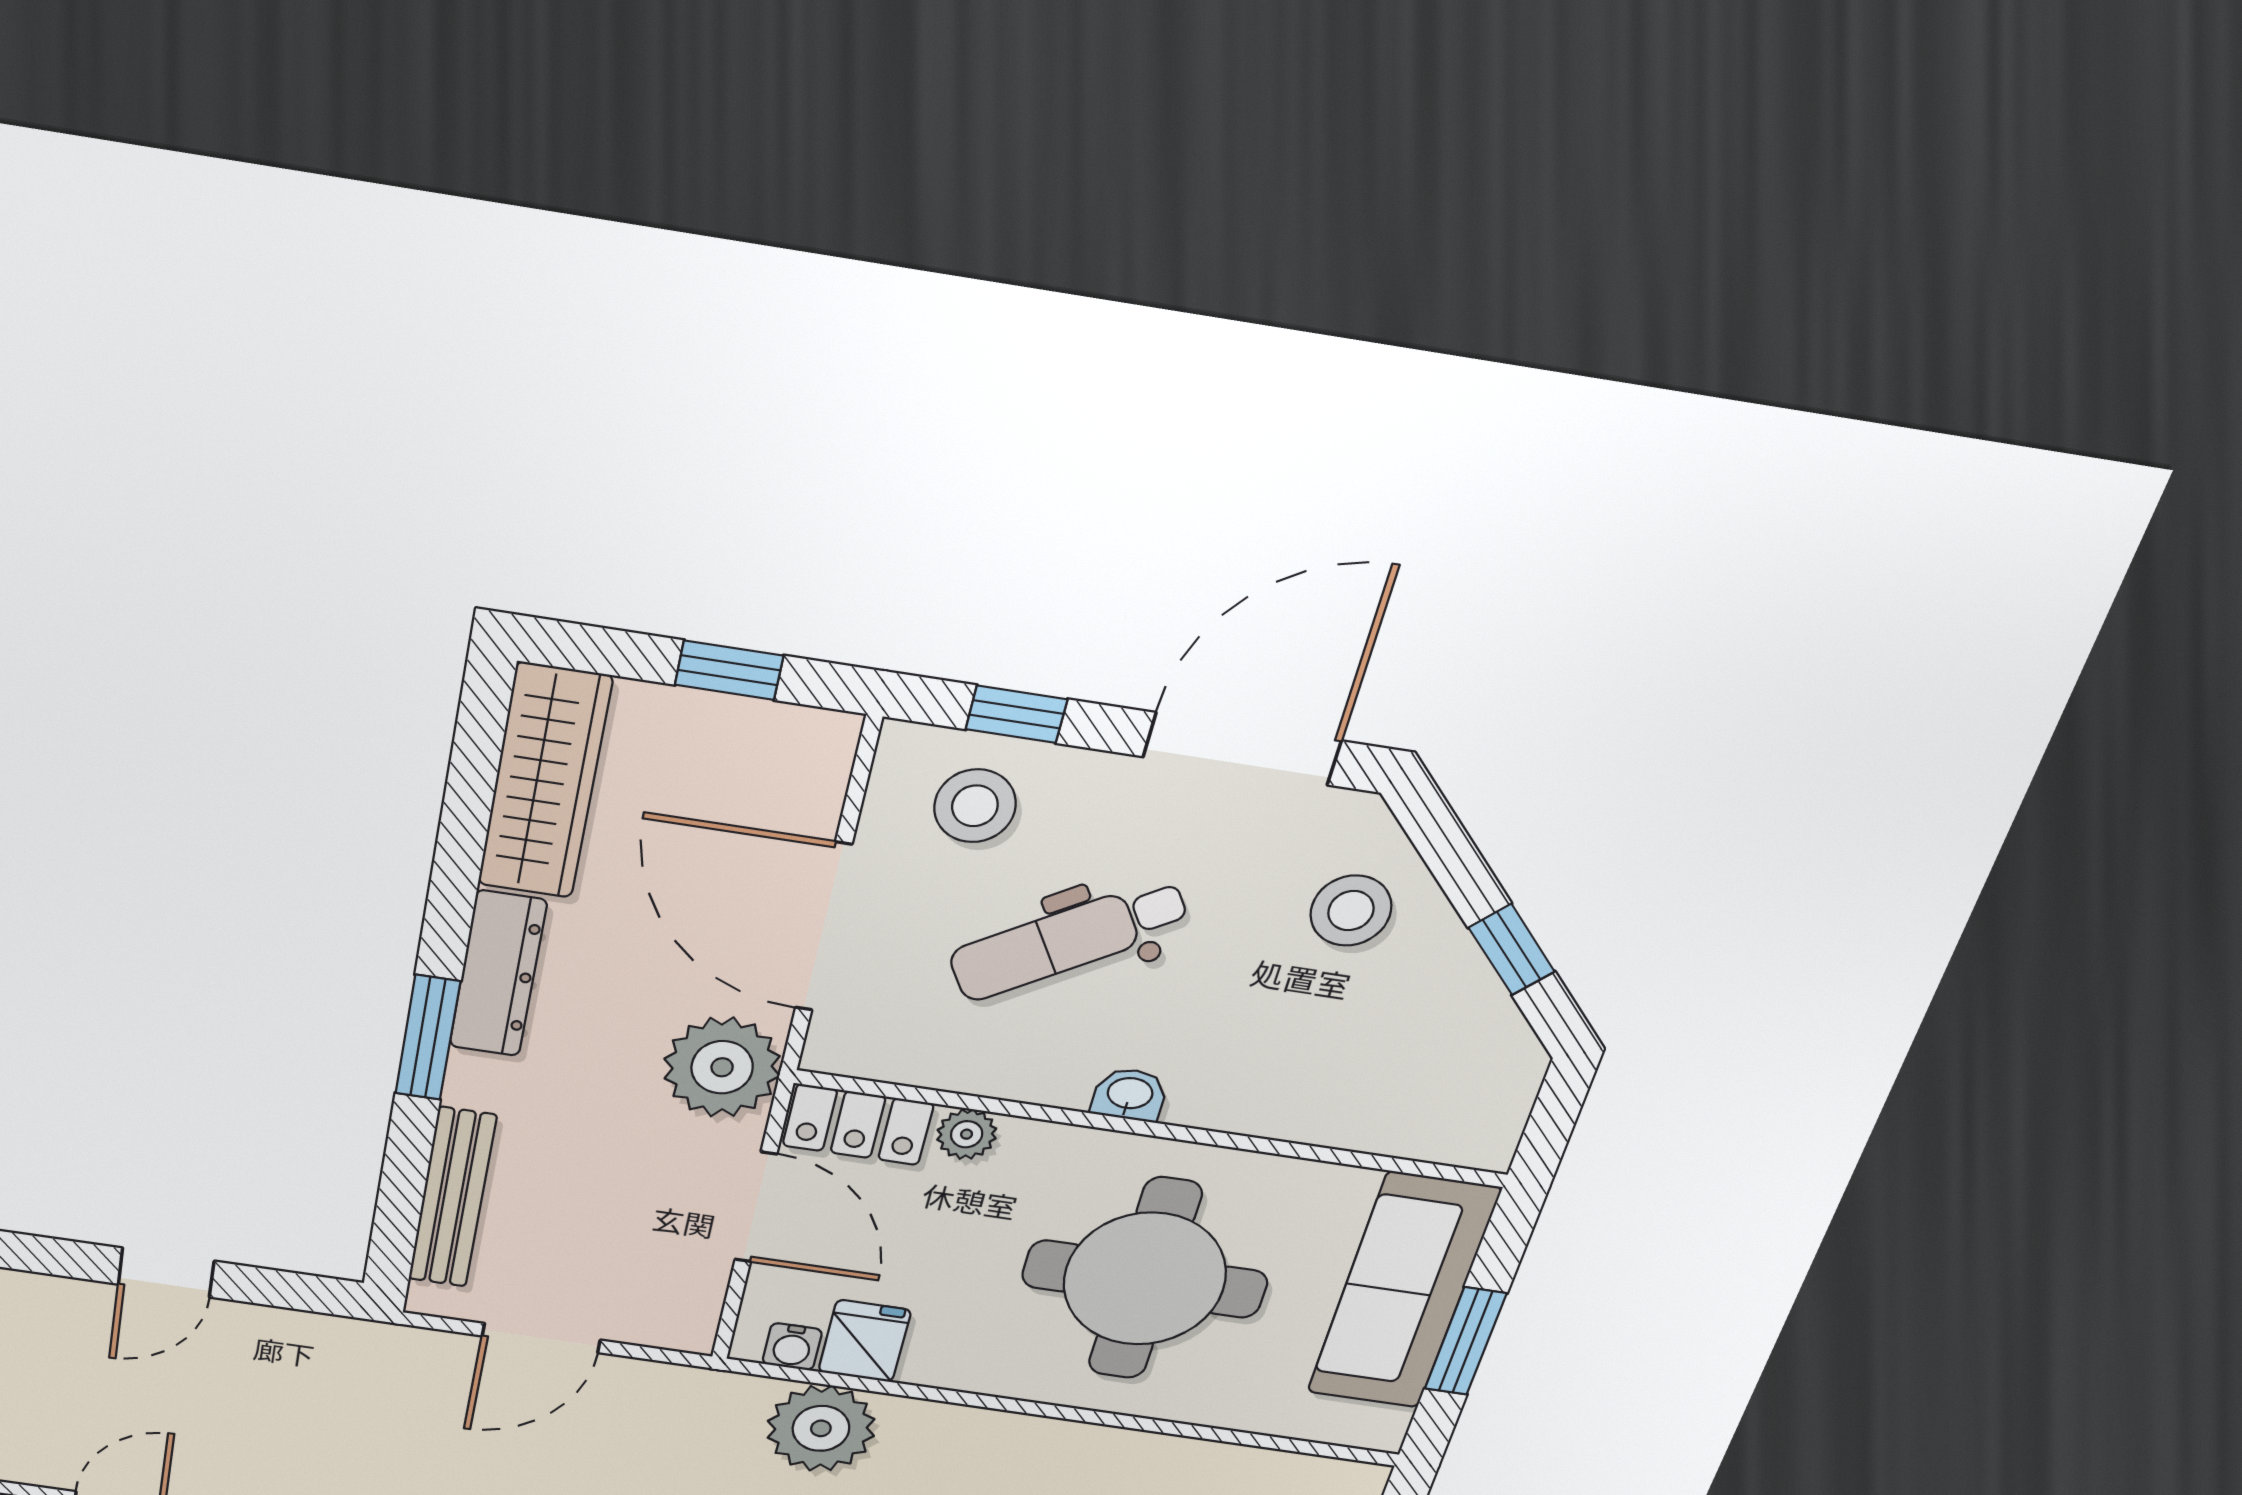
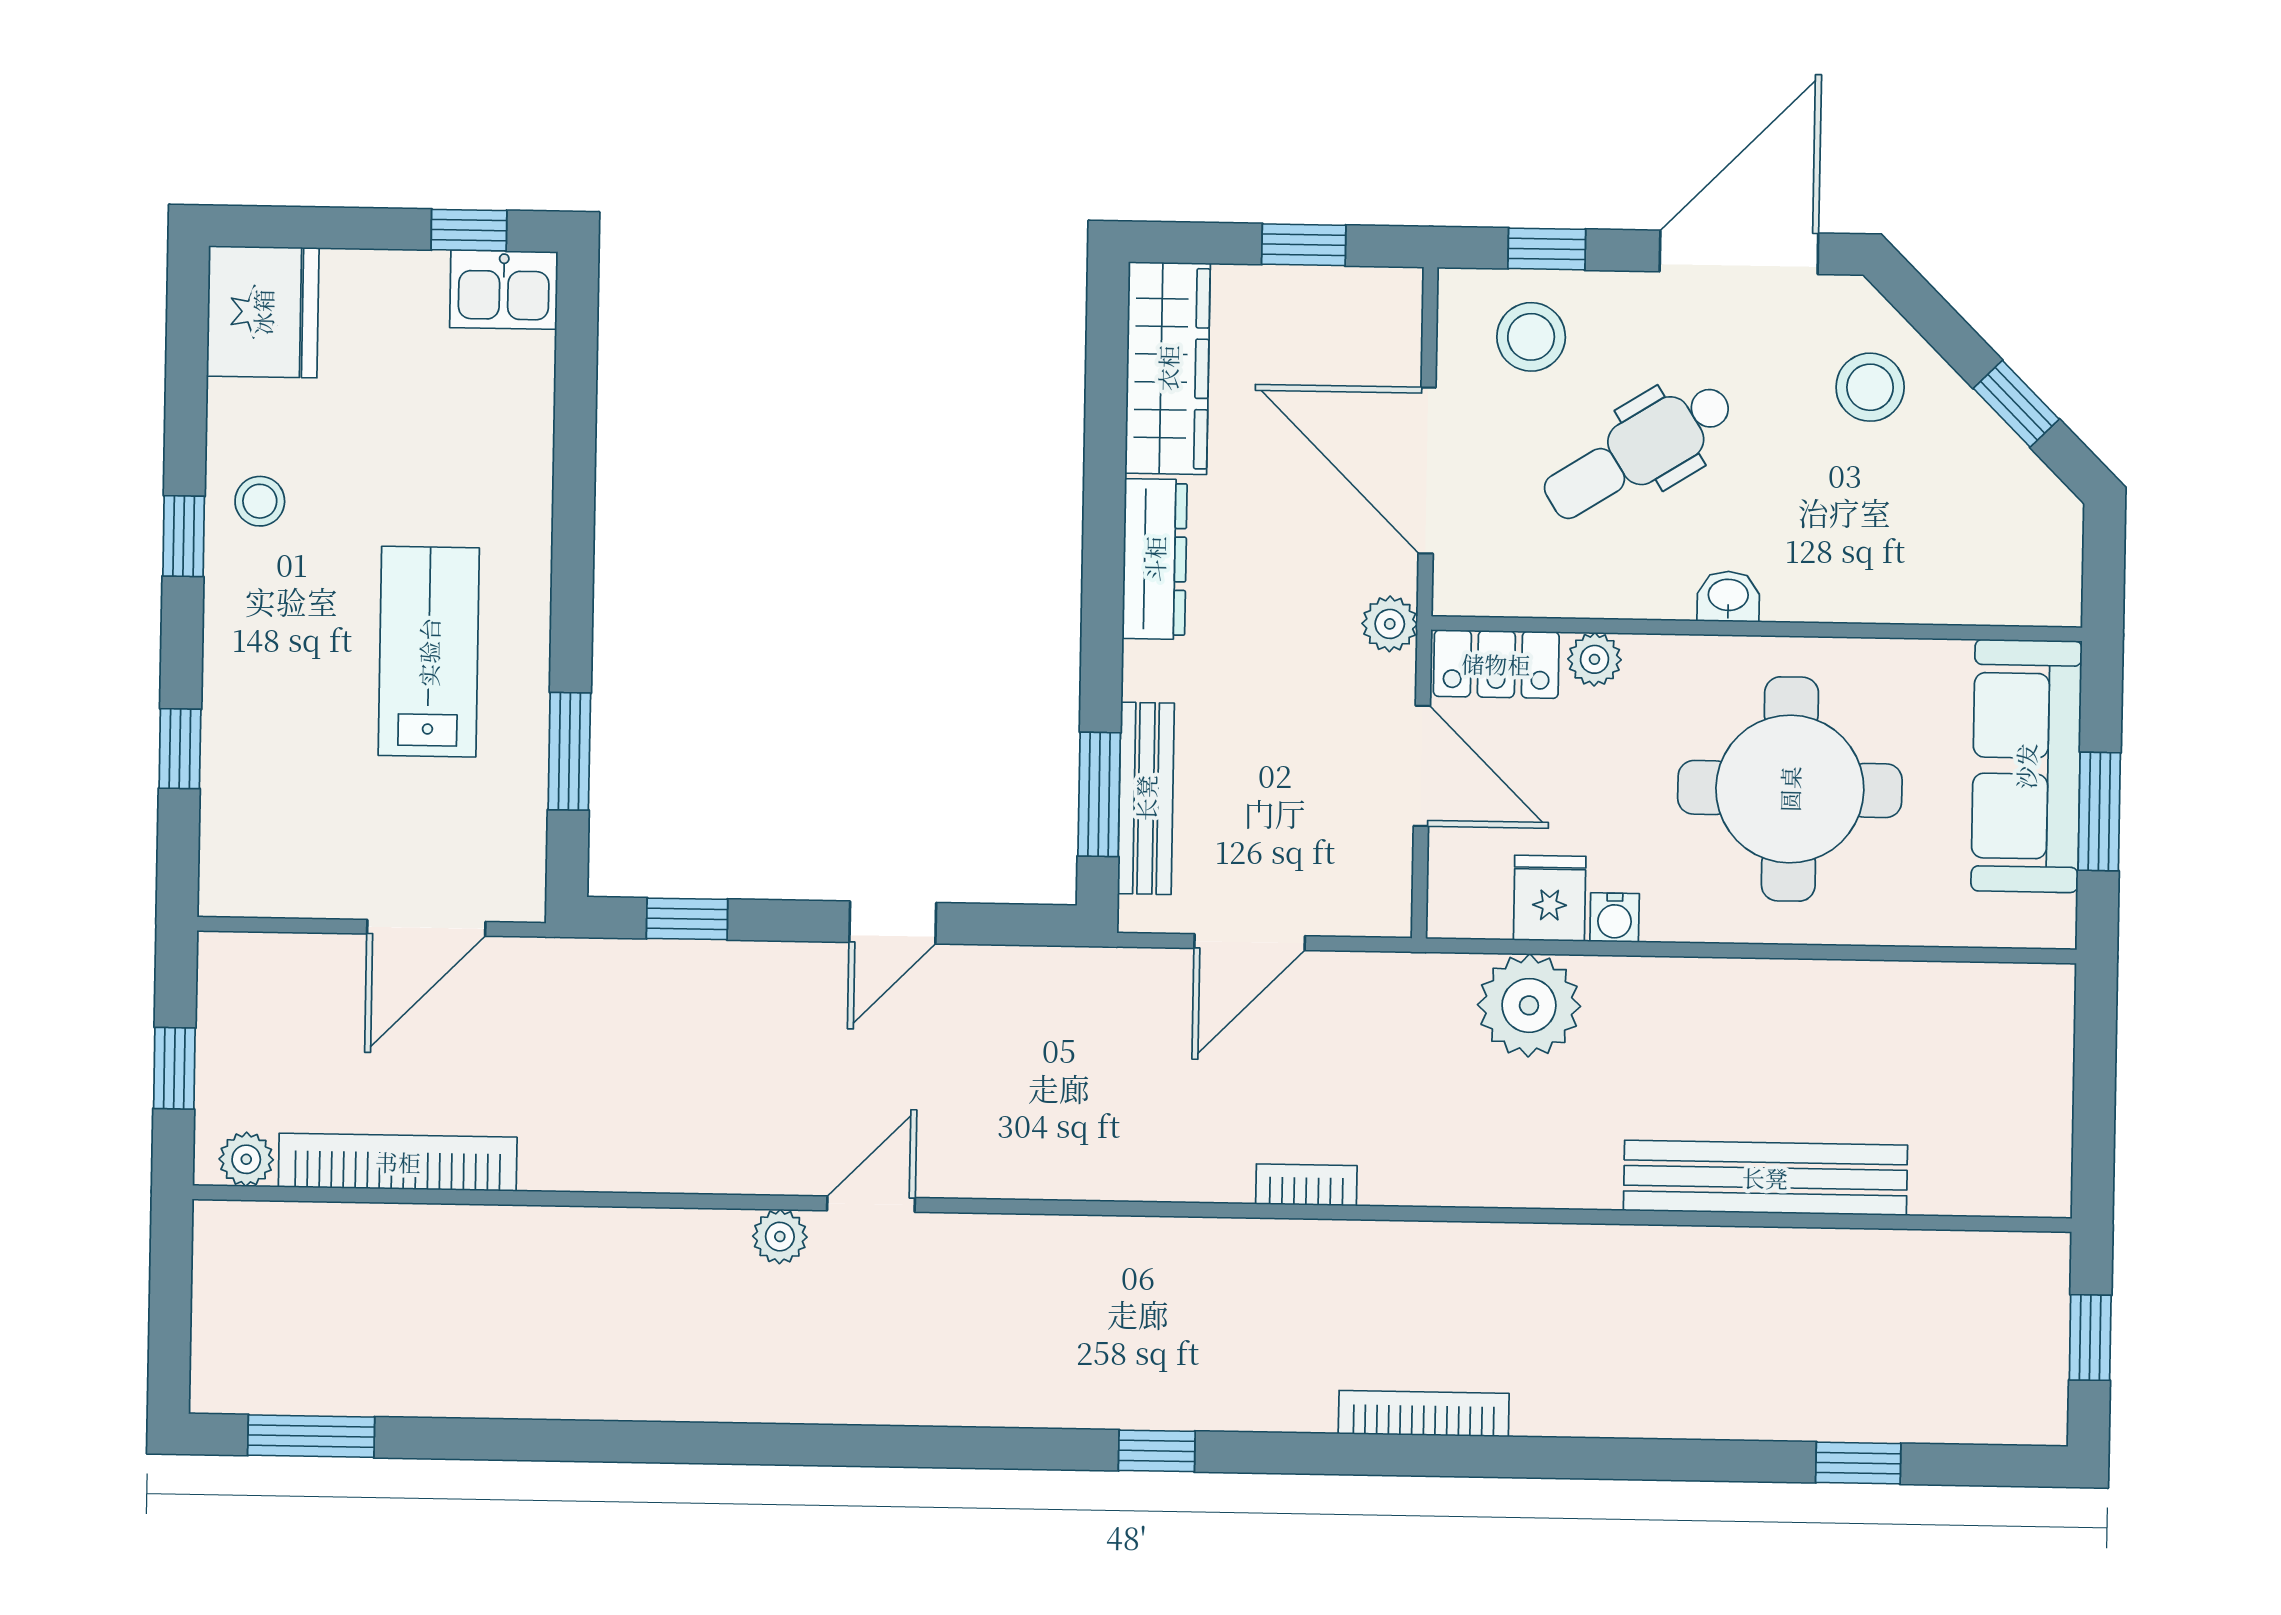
window: (428, 1038) -> (1099, 794), moved
plant: (722, 1067) -> (1390, 624), width x0.53, depth x0.53
water cooler: (792, 1347) -> (1615, 917), moved

